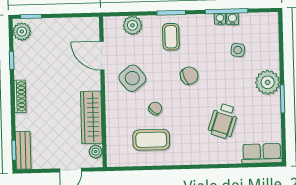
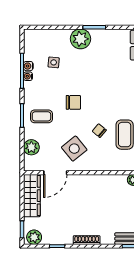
chair: (189, 76) -> (73, 102), turned 112
wardrobe: (91, 117) -> (32, 196), moved, turned -90
wheelchair: (223, 121) -> (111, 76), removed

